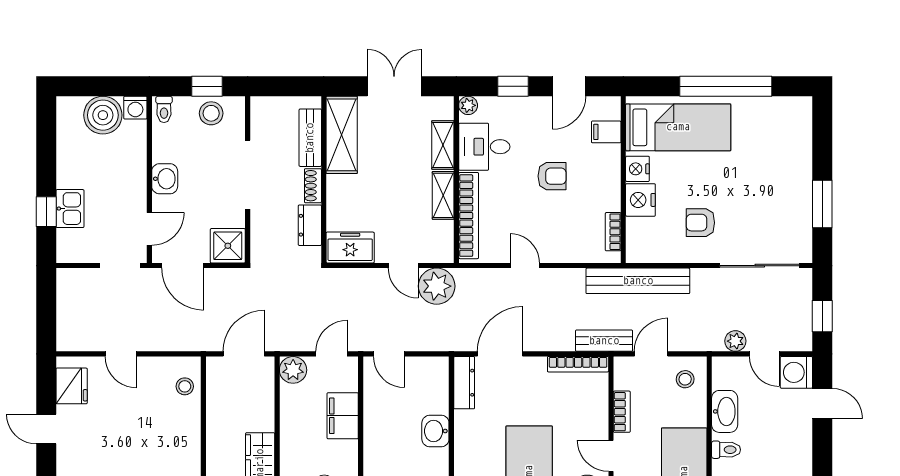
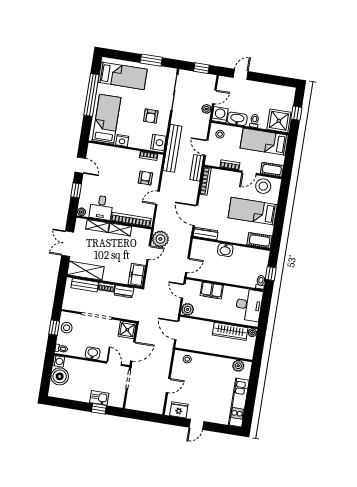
filing cabinet: (606, 132) -> (103, 152), removed
bed: (778, 147) -> (123, 76), added
armchair: (552, 176) -> (145, 178), moved
nightstand: (640, 200) -> (158, 143), moved, turned -90
washing machine: (796, 372) -> (220, 115), moved, turned 180

